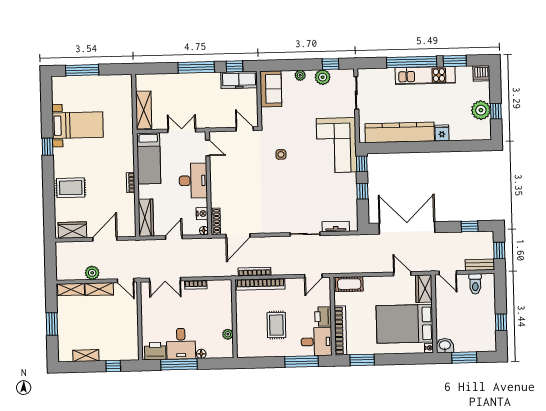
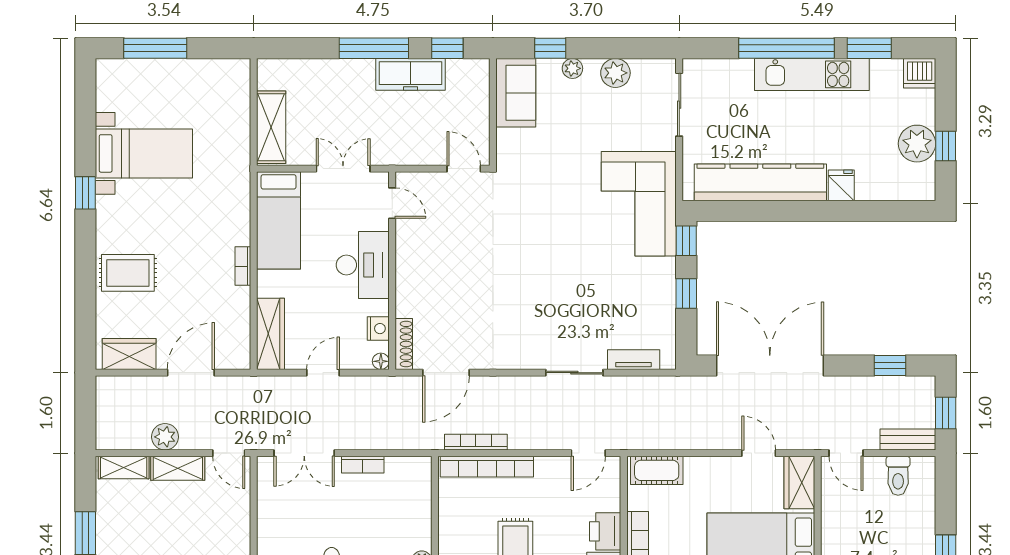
window: (330, 64) -> (550, 48), moved
freezer: (239, 80) -> (411, 74), moved
side table: (281, 154) -> (532, 219), removed

